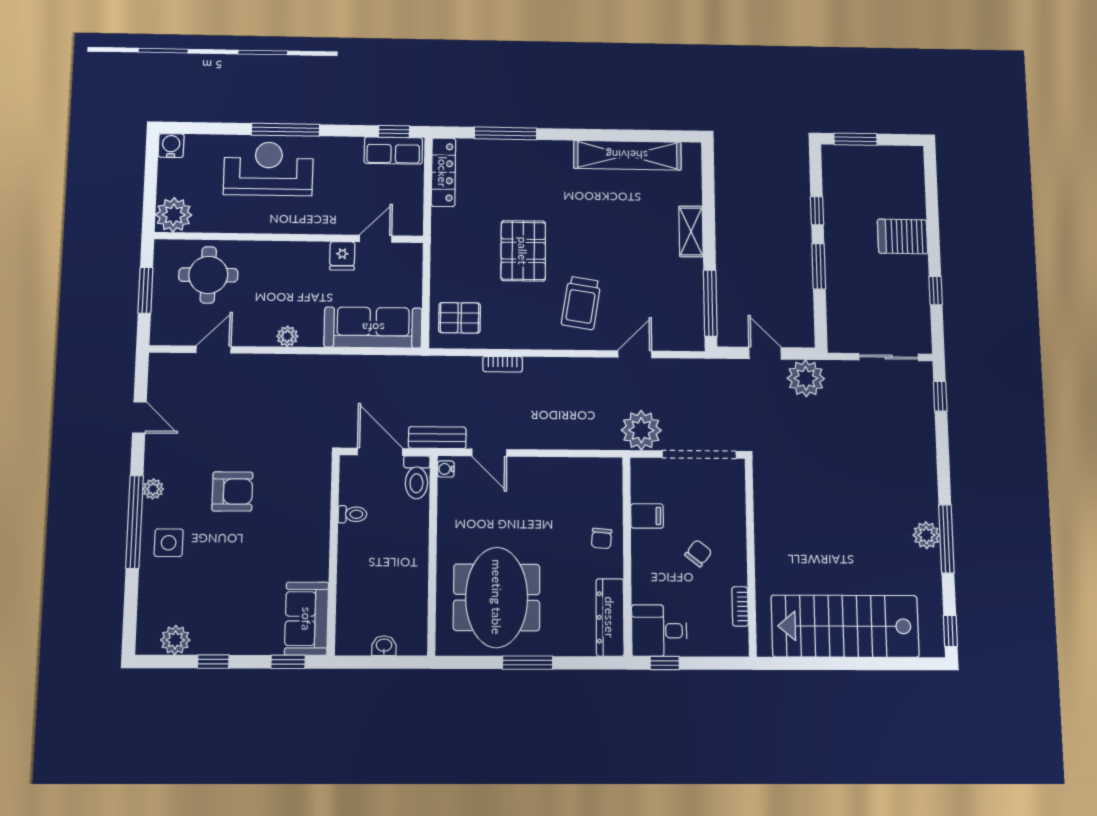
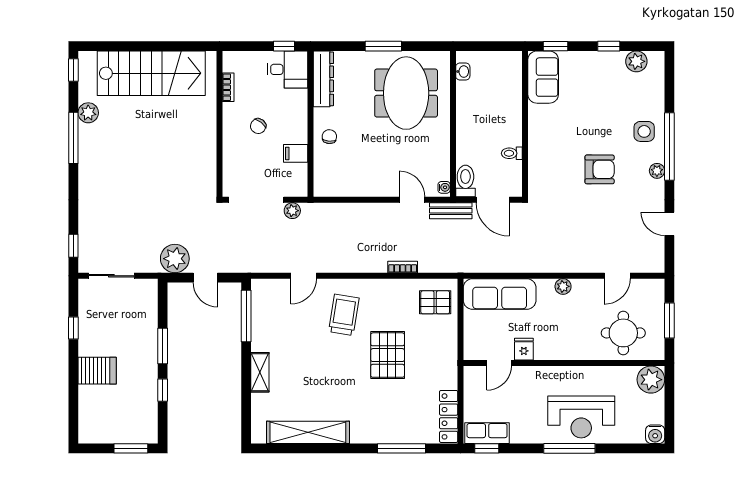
plant: (641, 430) -> (292, 211), width x0.53, depth x0.53
armchair: (232, 491) -> (600, 169), turned 180
plant: (926, 535) -> (88, 113), moved
washbasin: (384, 646) -> (463, 72), moved, turned -90

